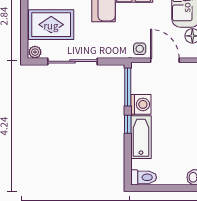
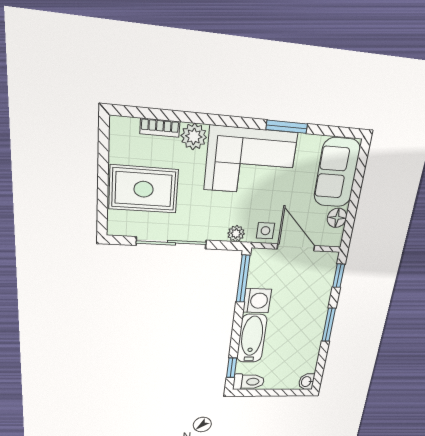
plant: (35, 52) -> (236, 234), moved
window: (128, 124) -> (232, 368), moved

